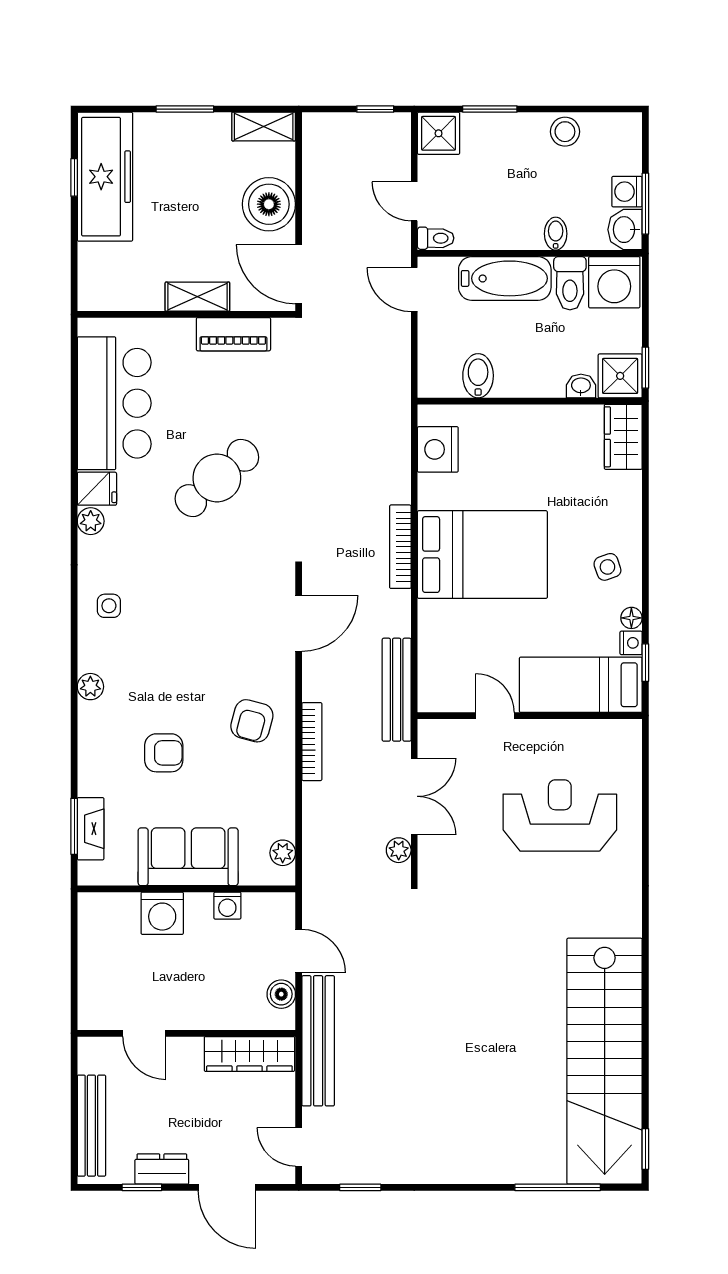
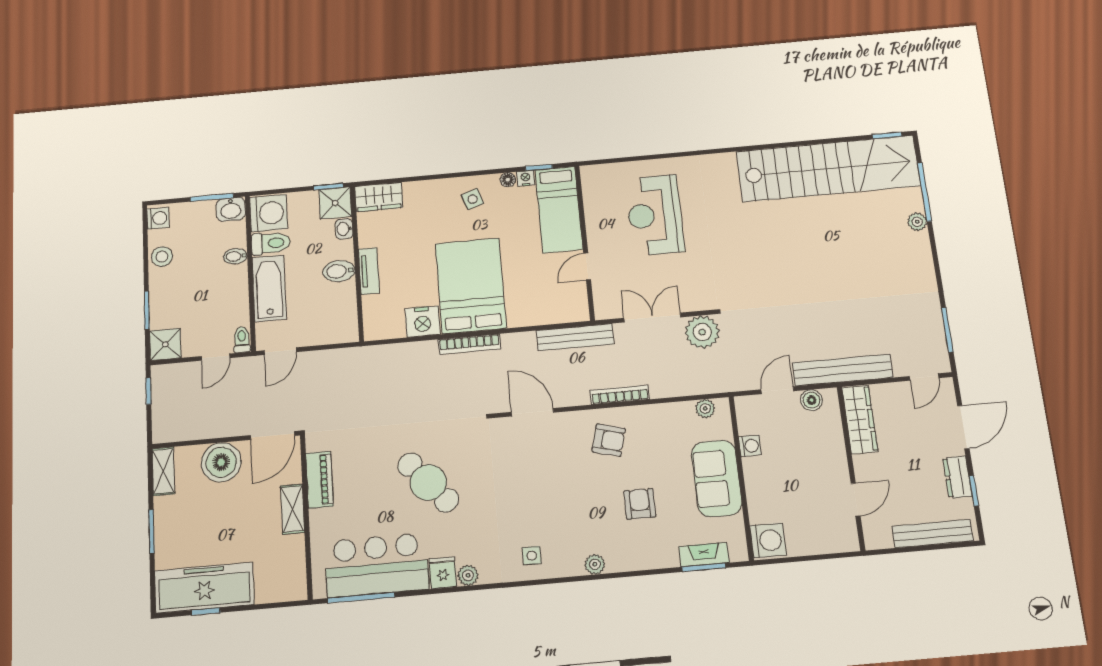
washing machine: (627, 192) -> (158, 218), moved, turned -90
bidet: (478, 376) -> (339, 271), moved
window: (74, 380) -> (361, 598), added
tv unit: (517, 417) -> (369, 271), added
nightstand: (438, 449) -> (422, 322), moved
plant: (399, 850) -> (702, 332), width x1.88, depth x1.88
washing machine: (162, 913) -> (768, 540), moved
plant: (516, 1171) -> (917, 222), added
window: (360, 1187) -> (947, 330), width x1.50

